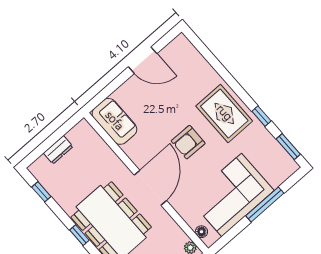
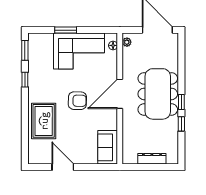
rug: (224, 113) -> (44, 121), moved
dresser: (58, 150) -> (152, 159), width x1.44
window: (41, 192) -> (181, 124), moved
window: (265, 205) -> (66, 30), width x0.69

